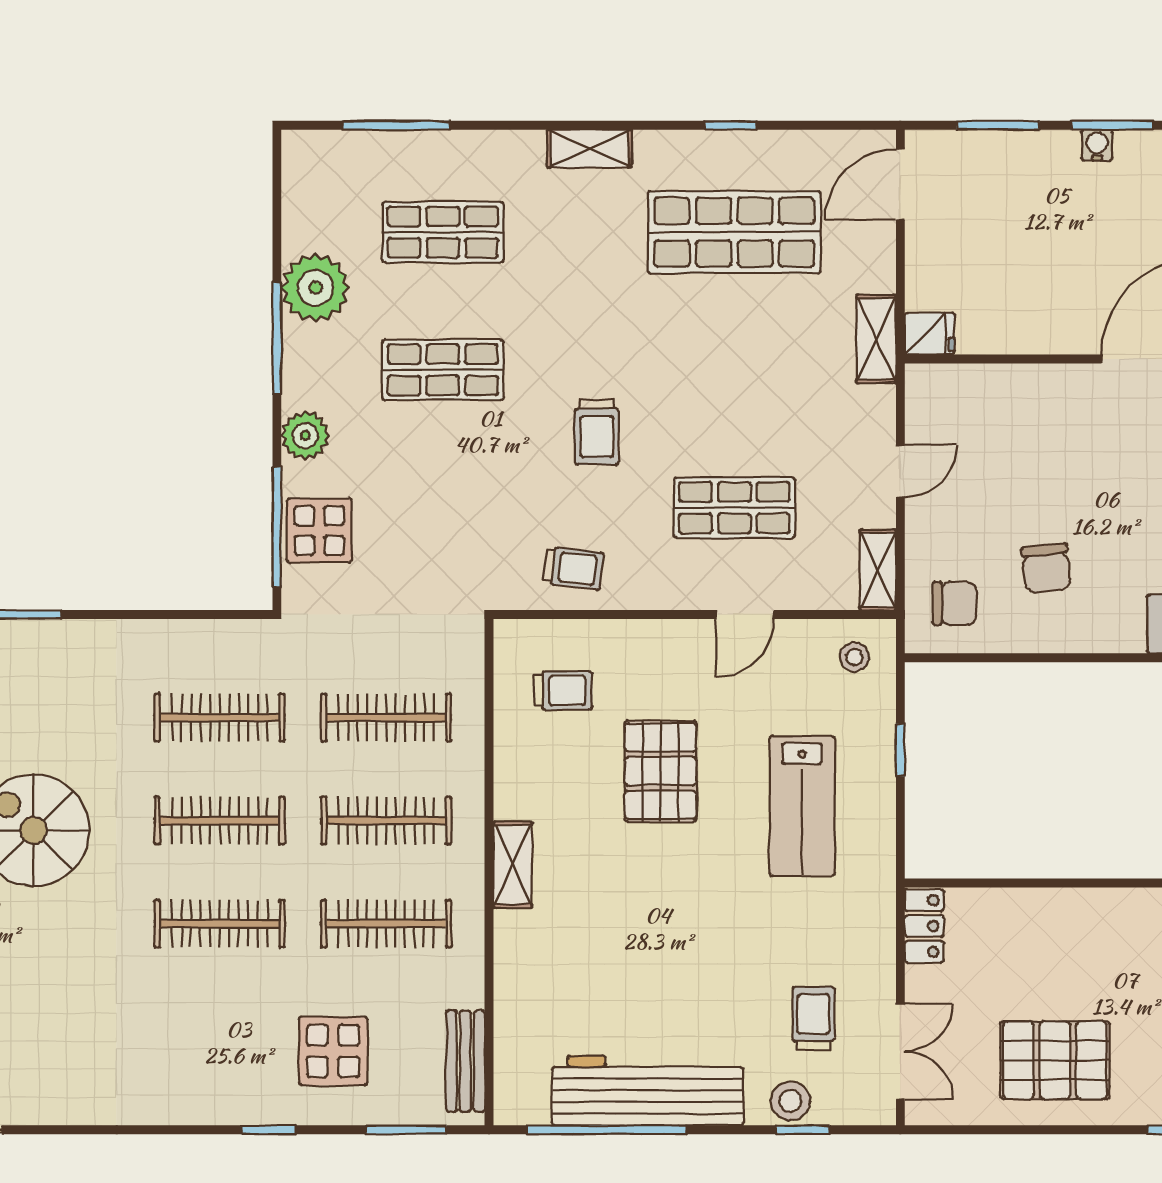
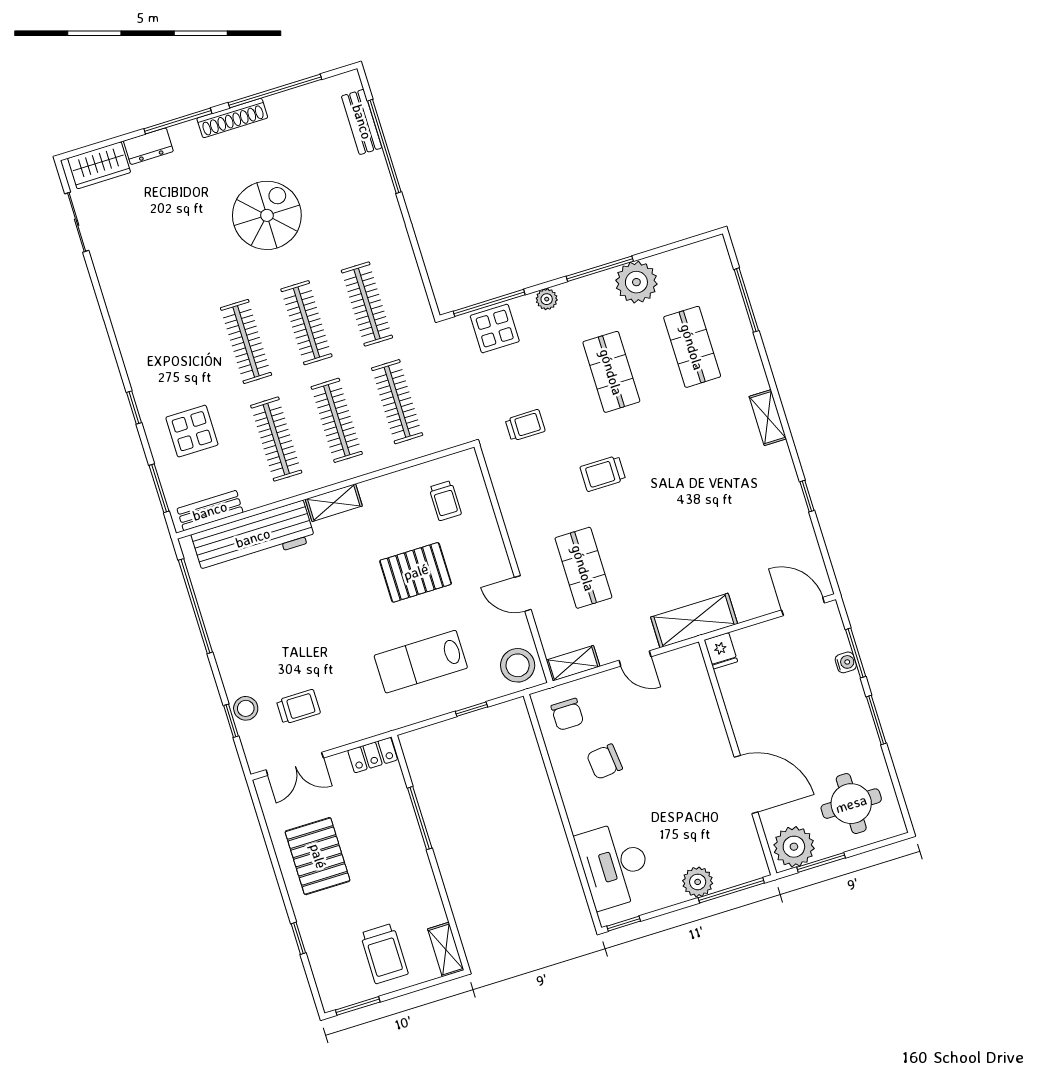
water cooler: (1097, 145) -> (846, 662), moved
shop shelf: (734, 232) -> (745, 518), removed
shelving: (876, 339) -> (694, 620), width x1.50, depth x1.33
plant: (305, 435) -> (547, 299), width x0.73, depth x0.73
trolley: (573, 568) -> (525, 425), moved, turned -97
stool: (854, 657) -> (518, 665), width x1.89, depth x1.89
window: (1045, 883) -> (420, 818), added
workbench: (648, 1091) -> (253, 538), moved, turned 90

